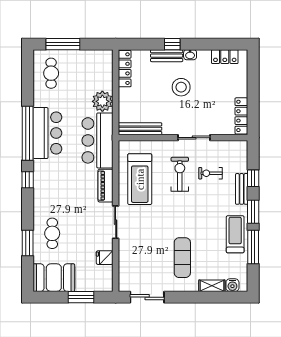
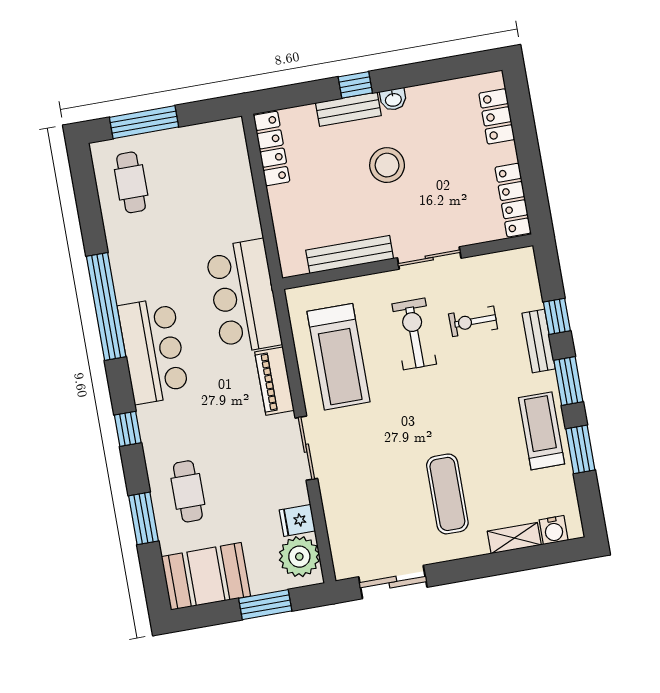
locker: (225, 57) -> (497, 116), moved, turned 90
plant: (102, 101) -> (299, 557), moved
bench: (140, 129) -> (350, 254), moved
bar counter: (47, 133) -> (153, 351), moved
window: (28, 180) -> (128, 429), moved
window: (253, 247) -> (580, 449), width x0.69

